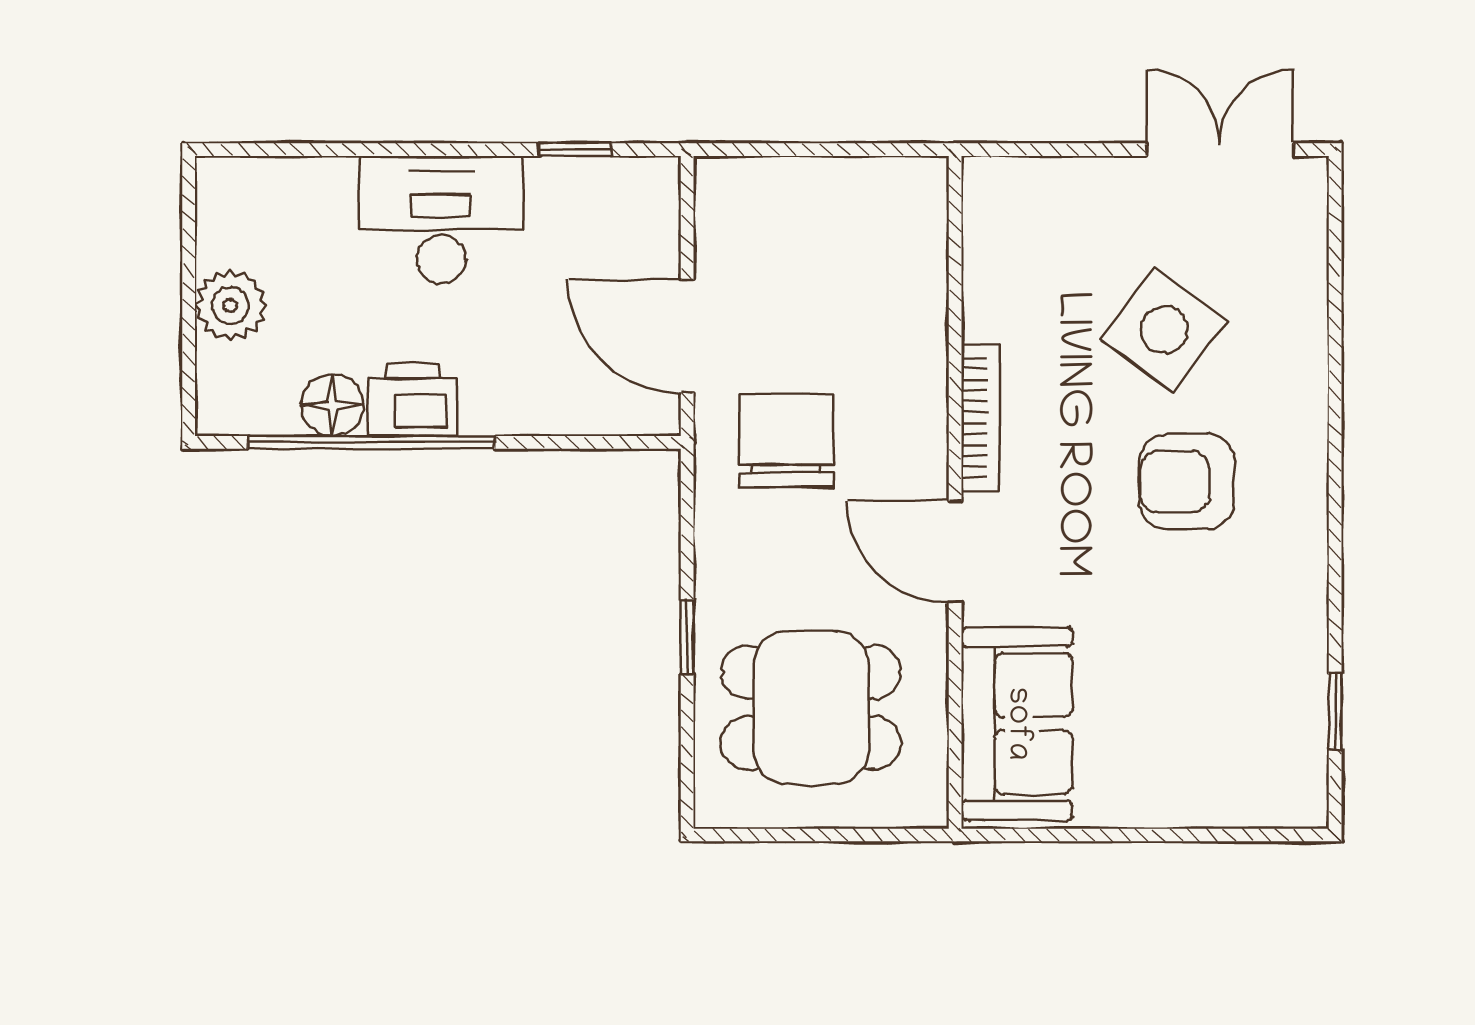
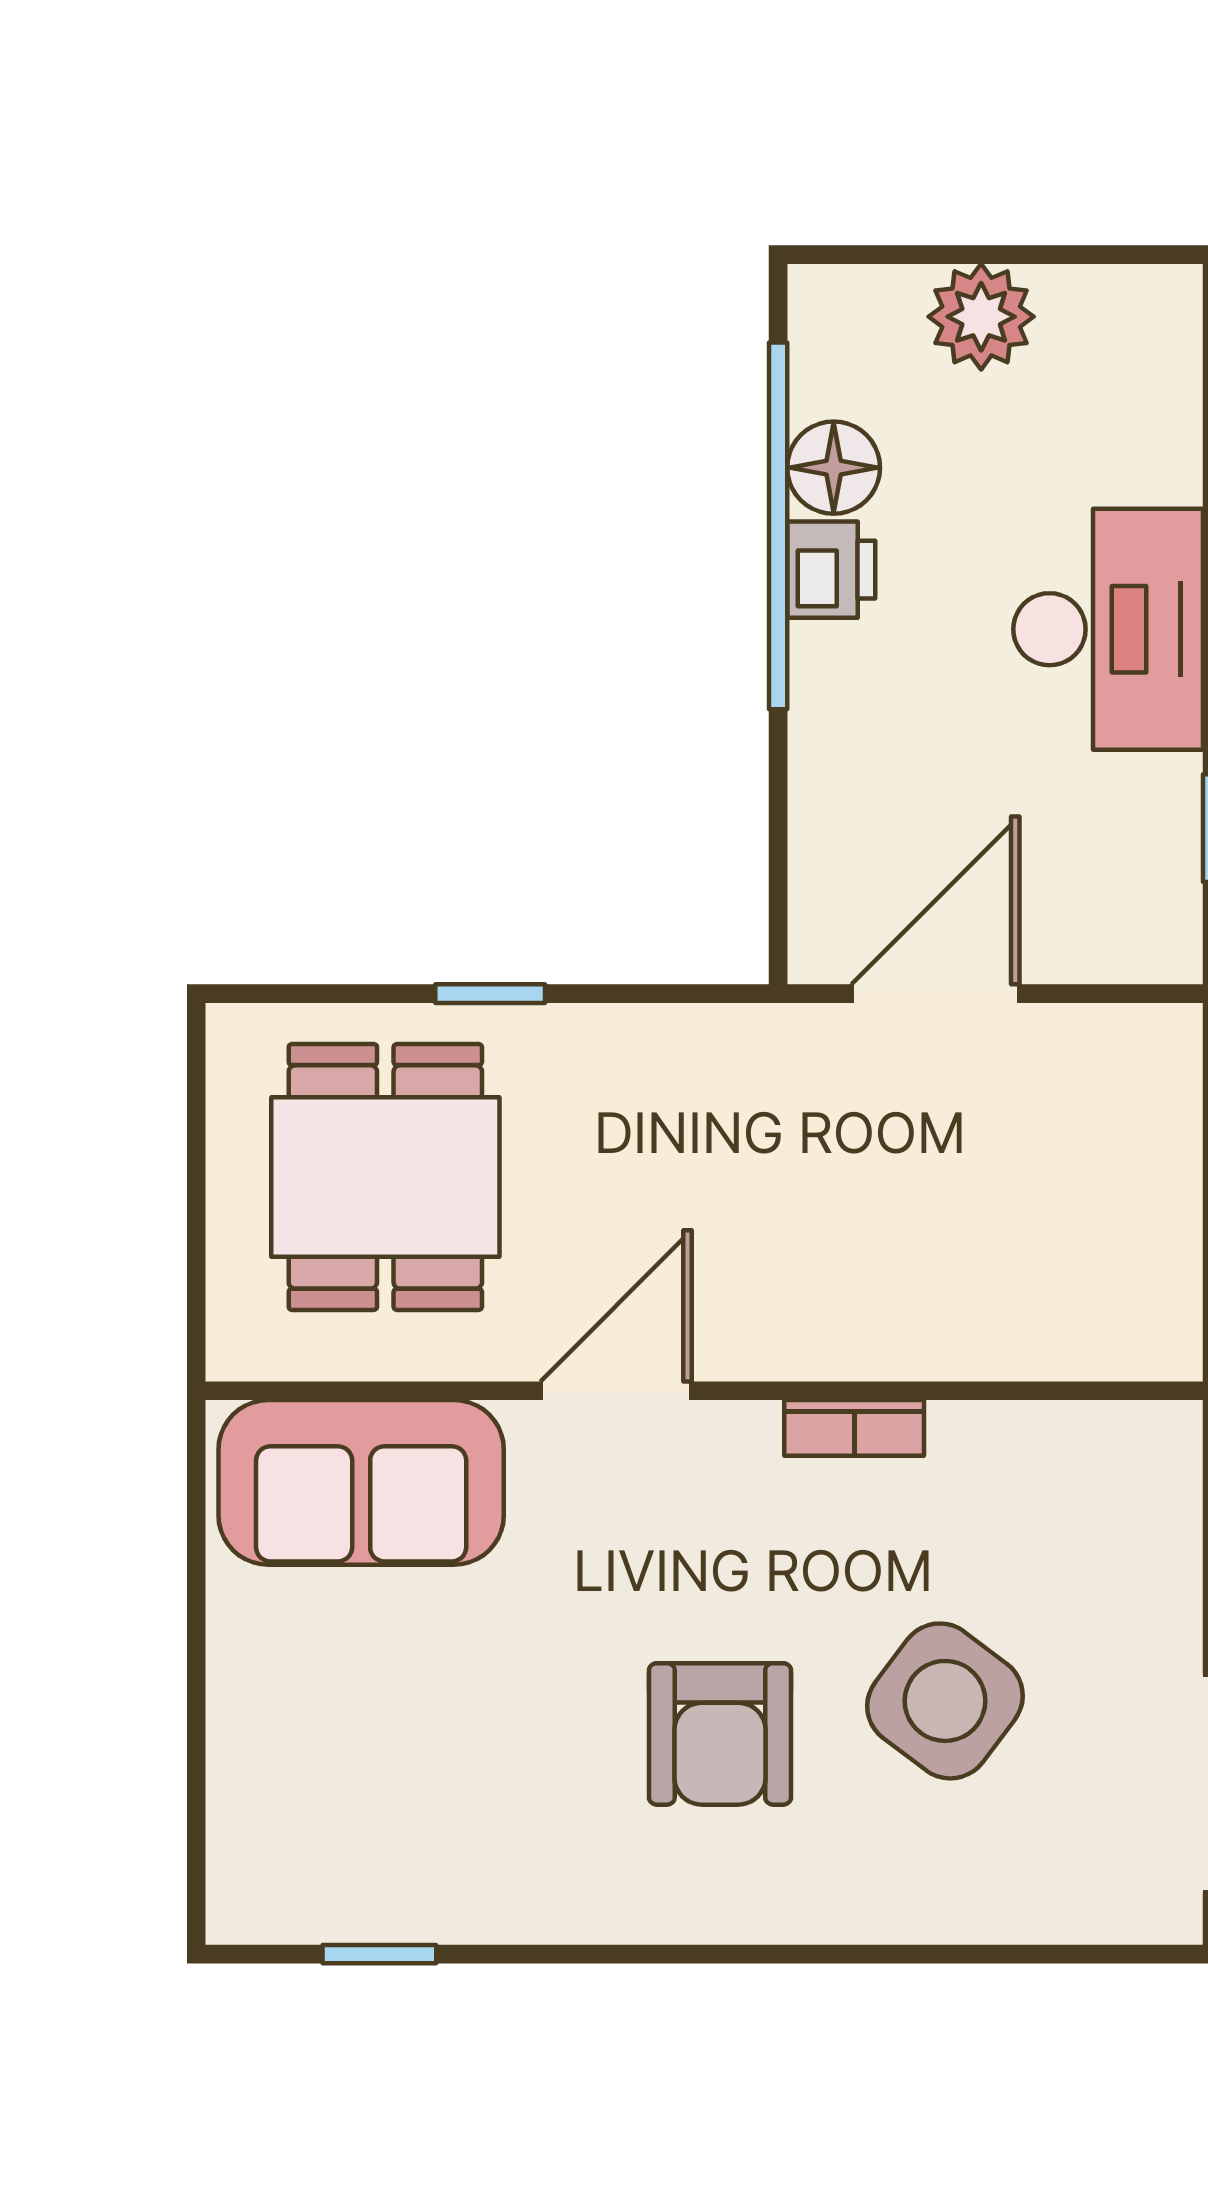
printer: (413, 399) -> (831, 570), width x0.73, depth x0.81
bookcase: (980, 418) -> (854, 1428), width x0.64
chair: (786, 440) -> (781, 1140), removed
armchair: (1187, 482) -> (720, 1734), turned 180

